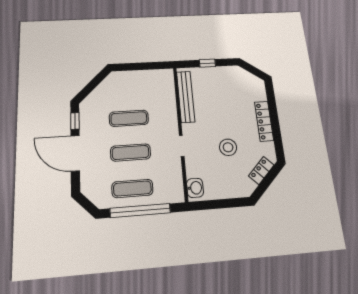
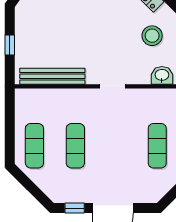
stool: (228, 147) -> (152, 36), moved
exercise mat: (131, 153) -> (34, 146), moved

